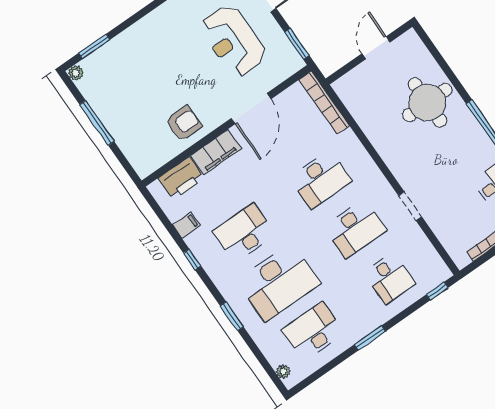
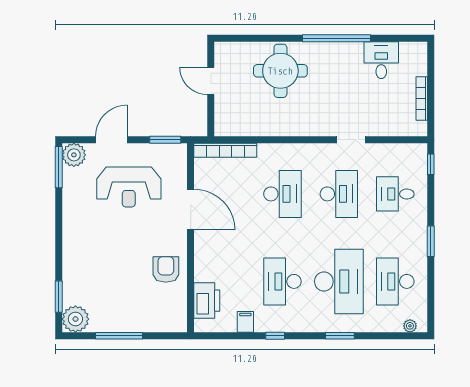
plant: (76, 73) -> (75, 319), width x1.88, depth x1.88
filing cabinet: (216, 152) -> (205, 260), removed
desk: (390, 278) -> (395, 194), turned 180

